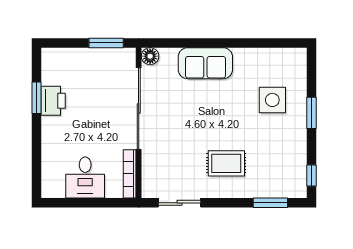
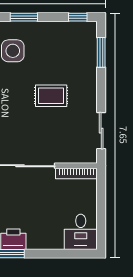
rug: (226, 163) -> (51, 96), moved, turned 90
desk: (85, 178) -> (81, 232), moved, turned 90

